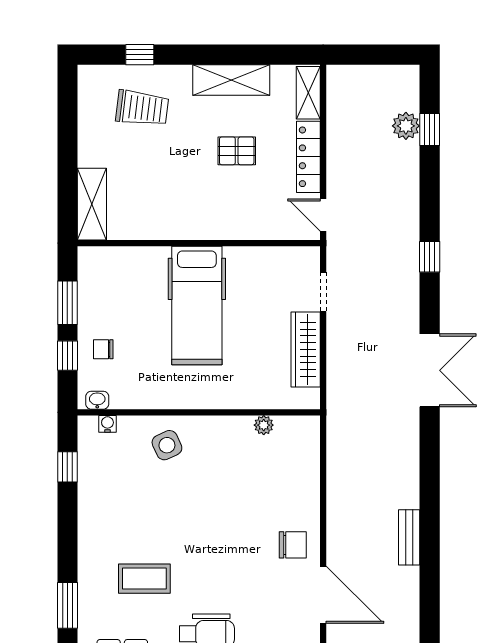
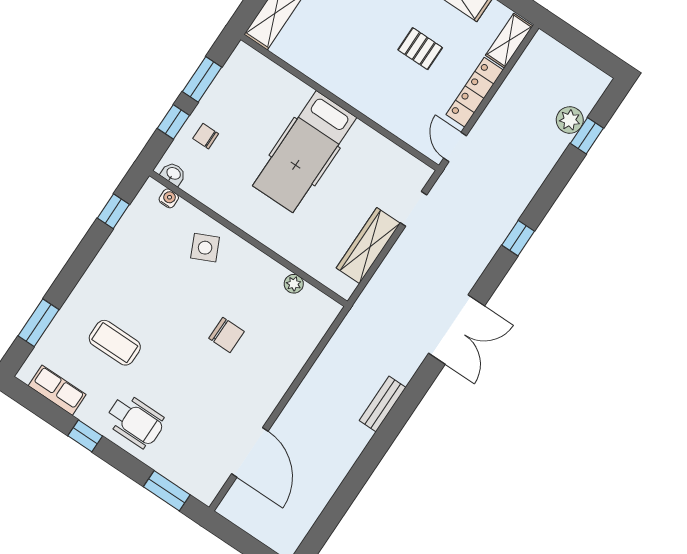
bench: (409, 537) -> (383, 404), moved
chair: (293, 545) -> (226, 335), moved

